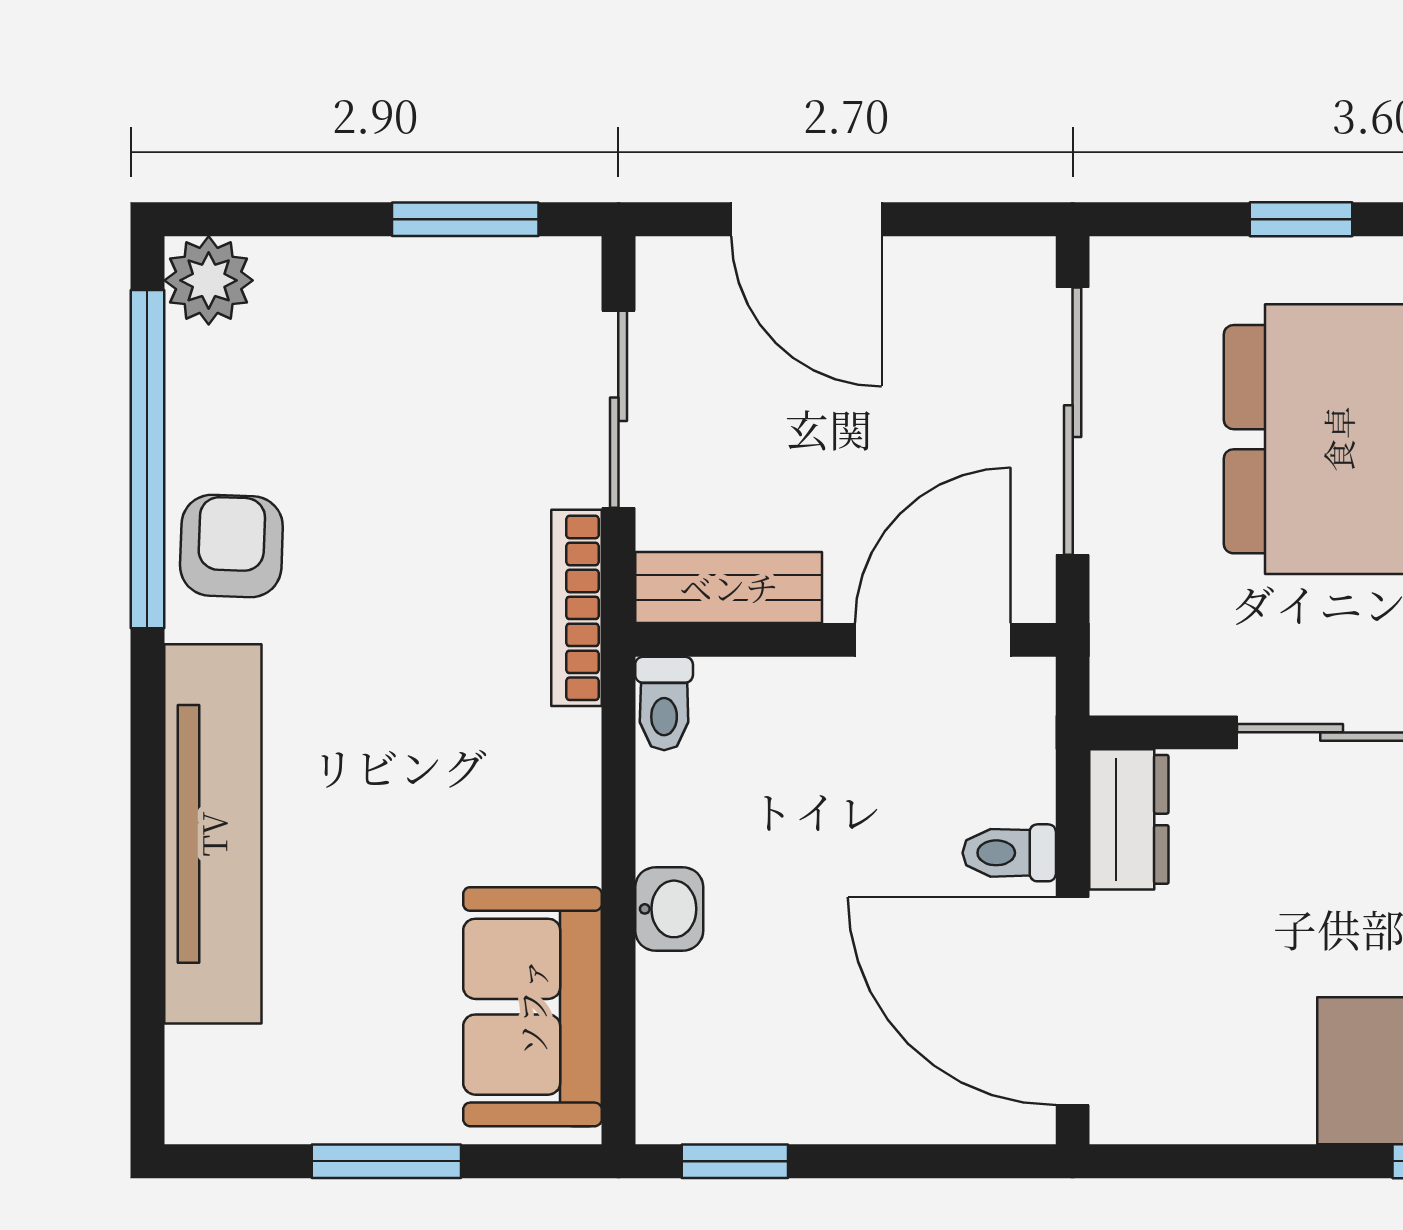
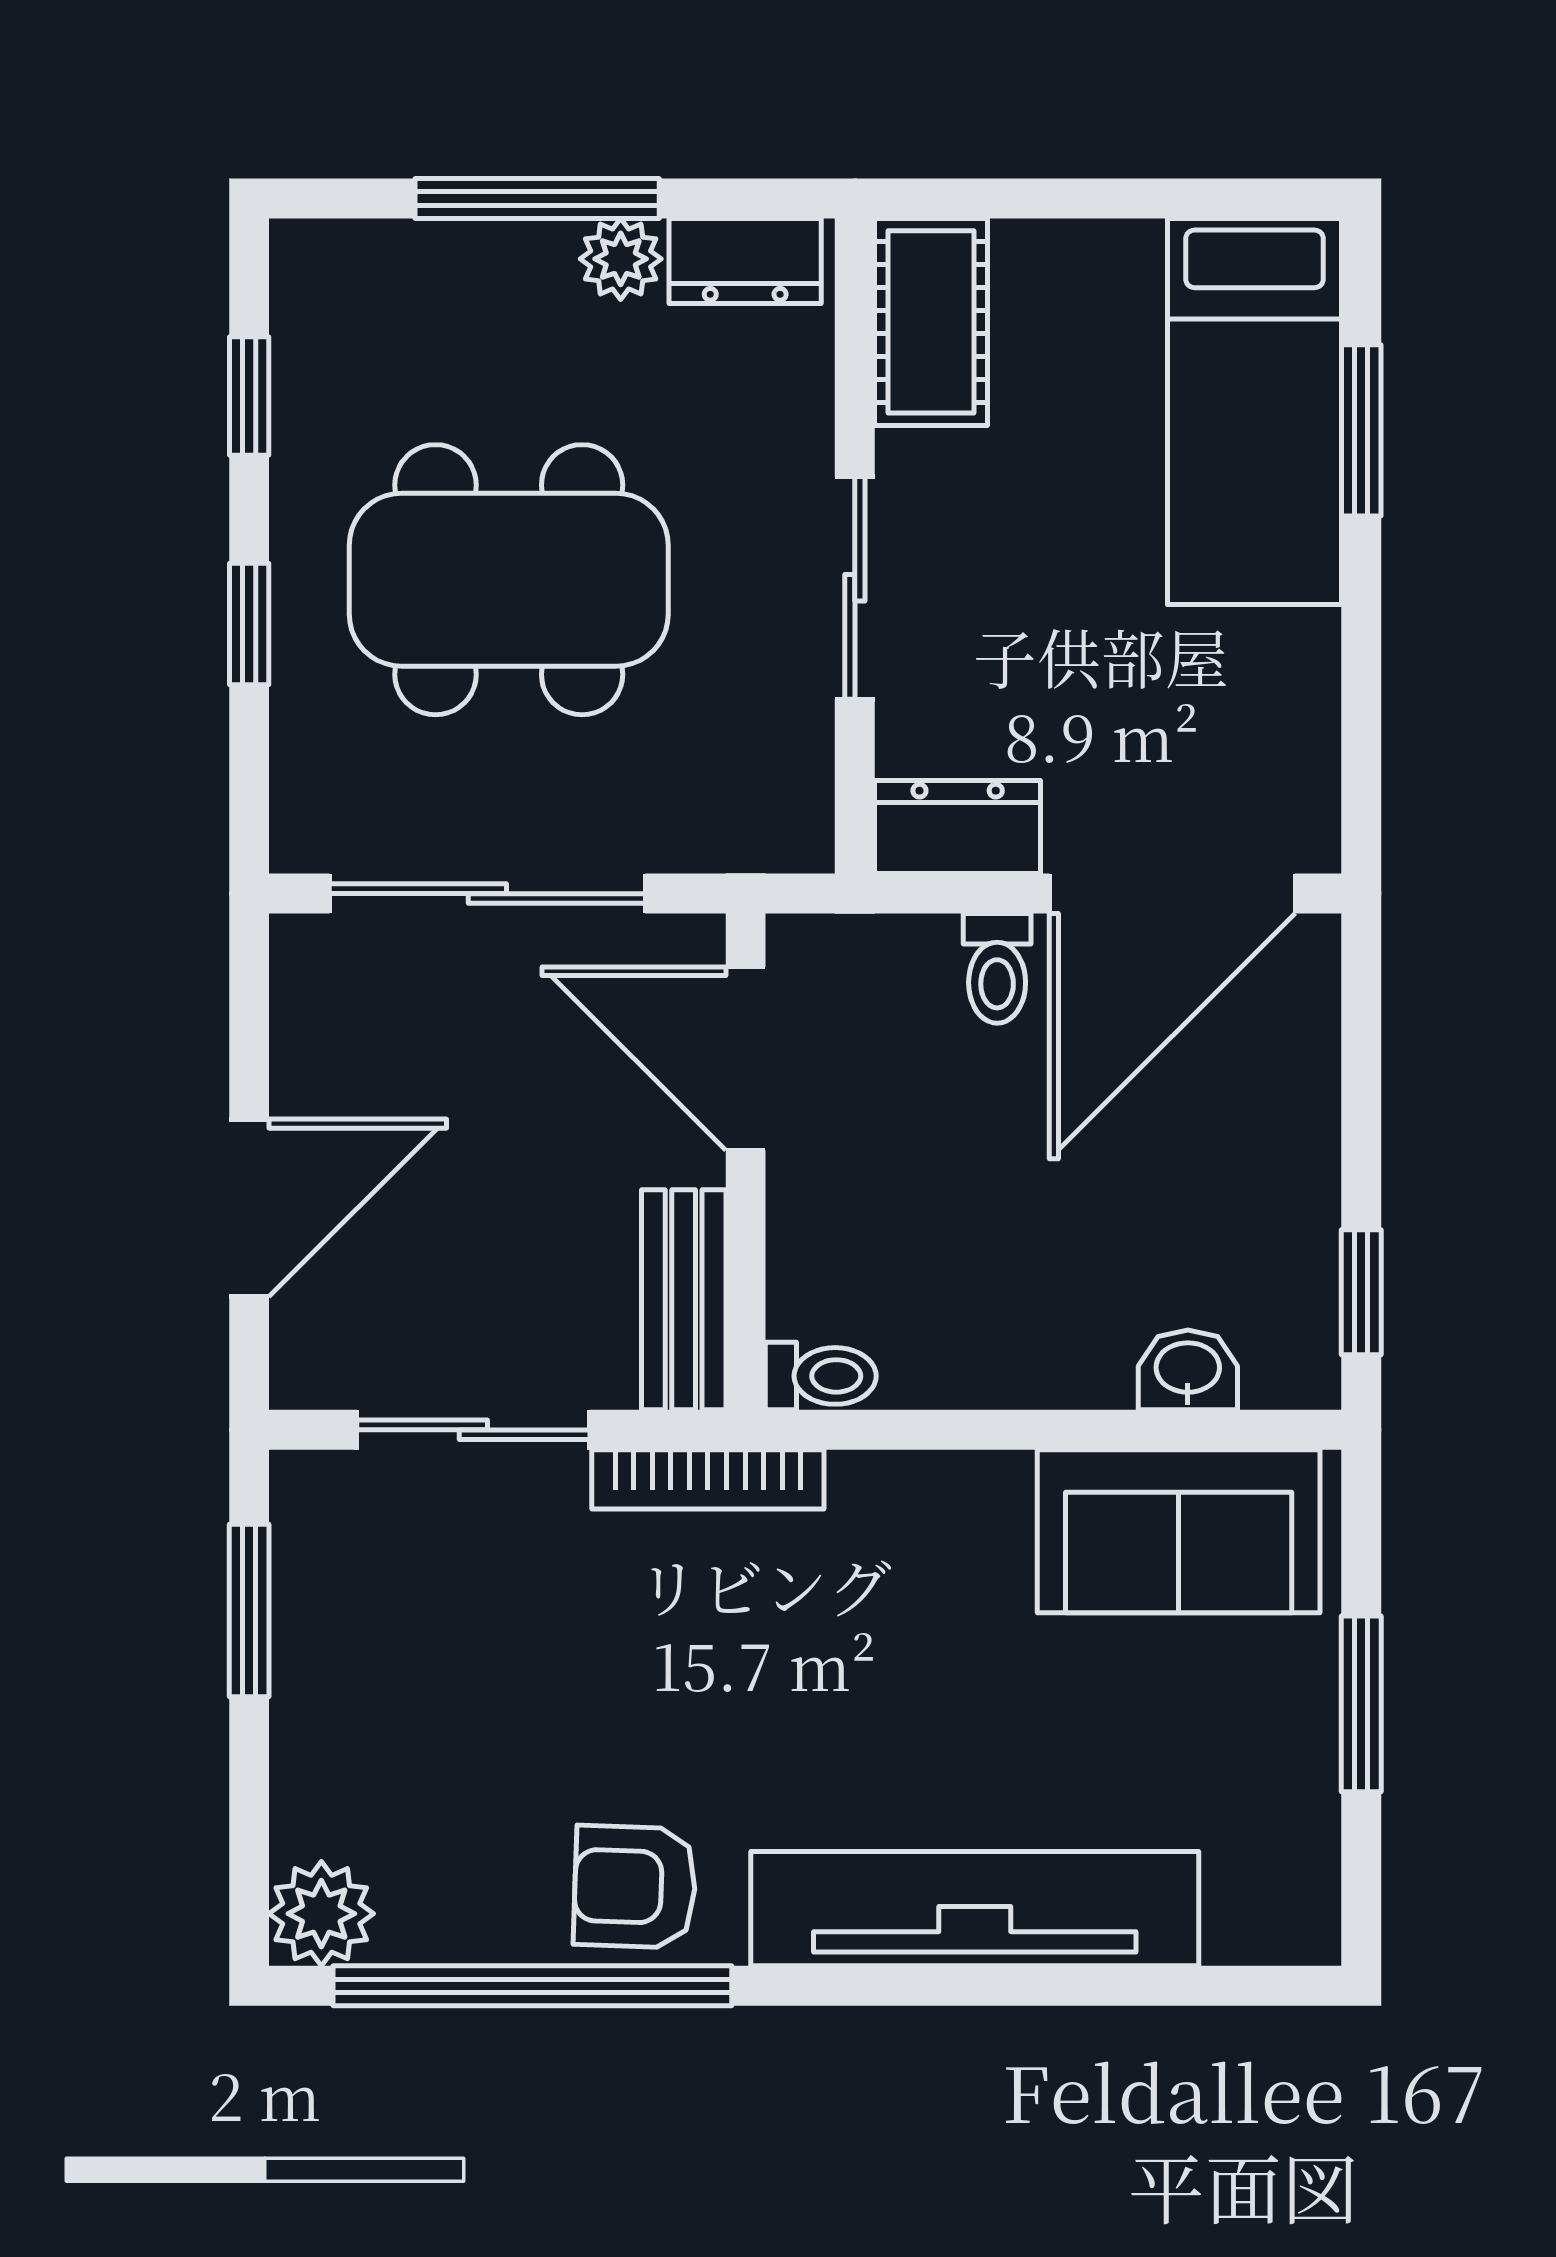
washbasin: (669, 909) -> (1188, 1370), moved

